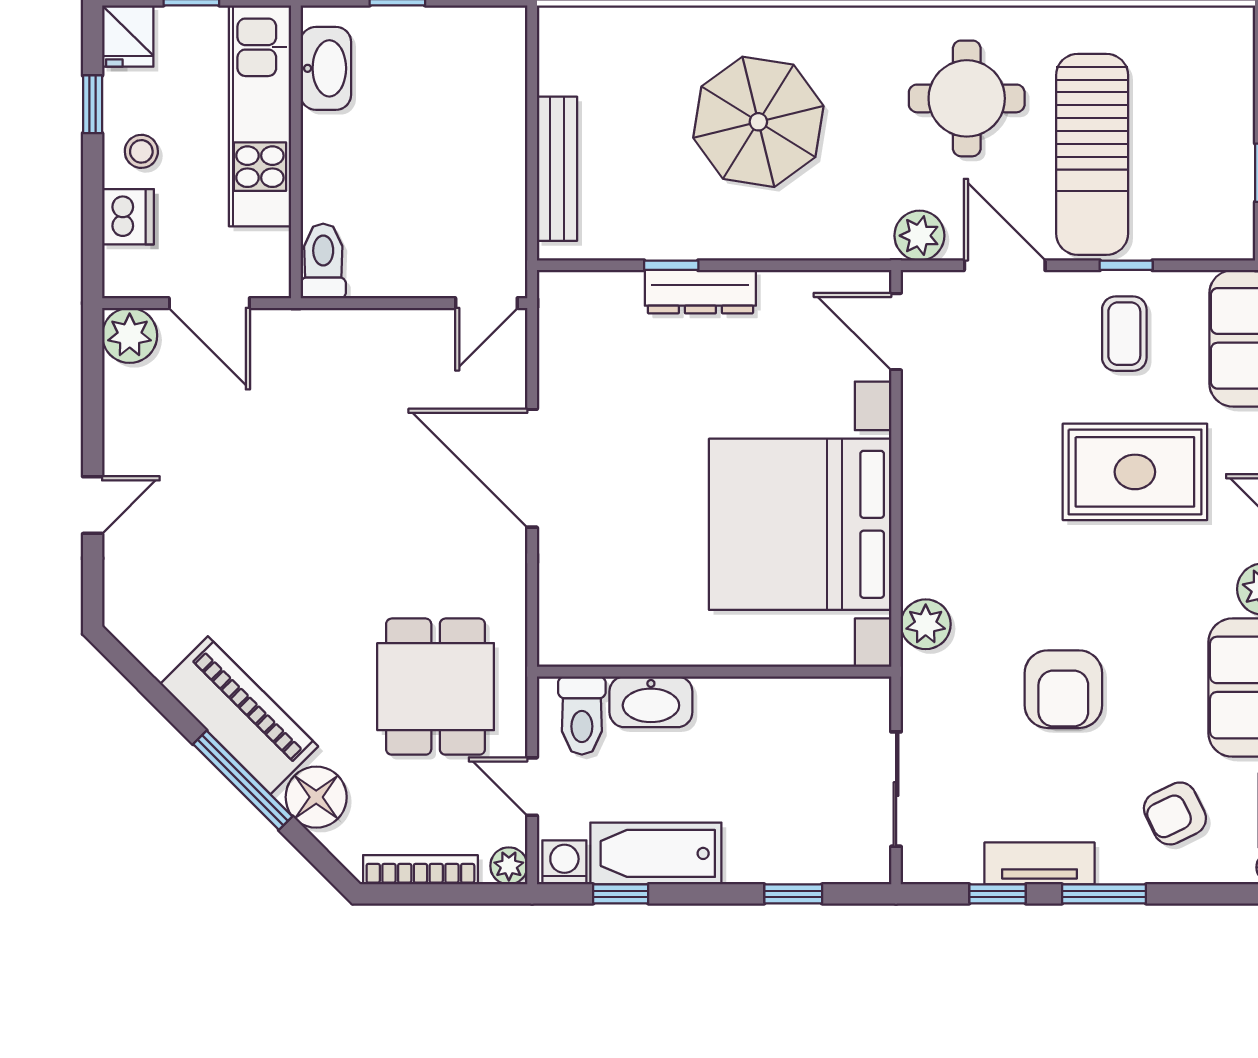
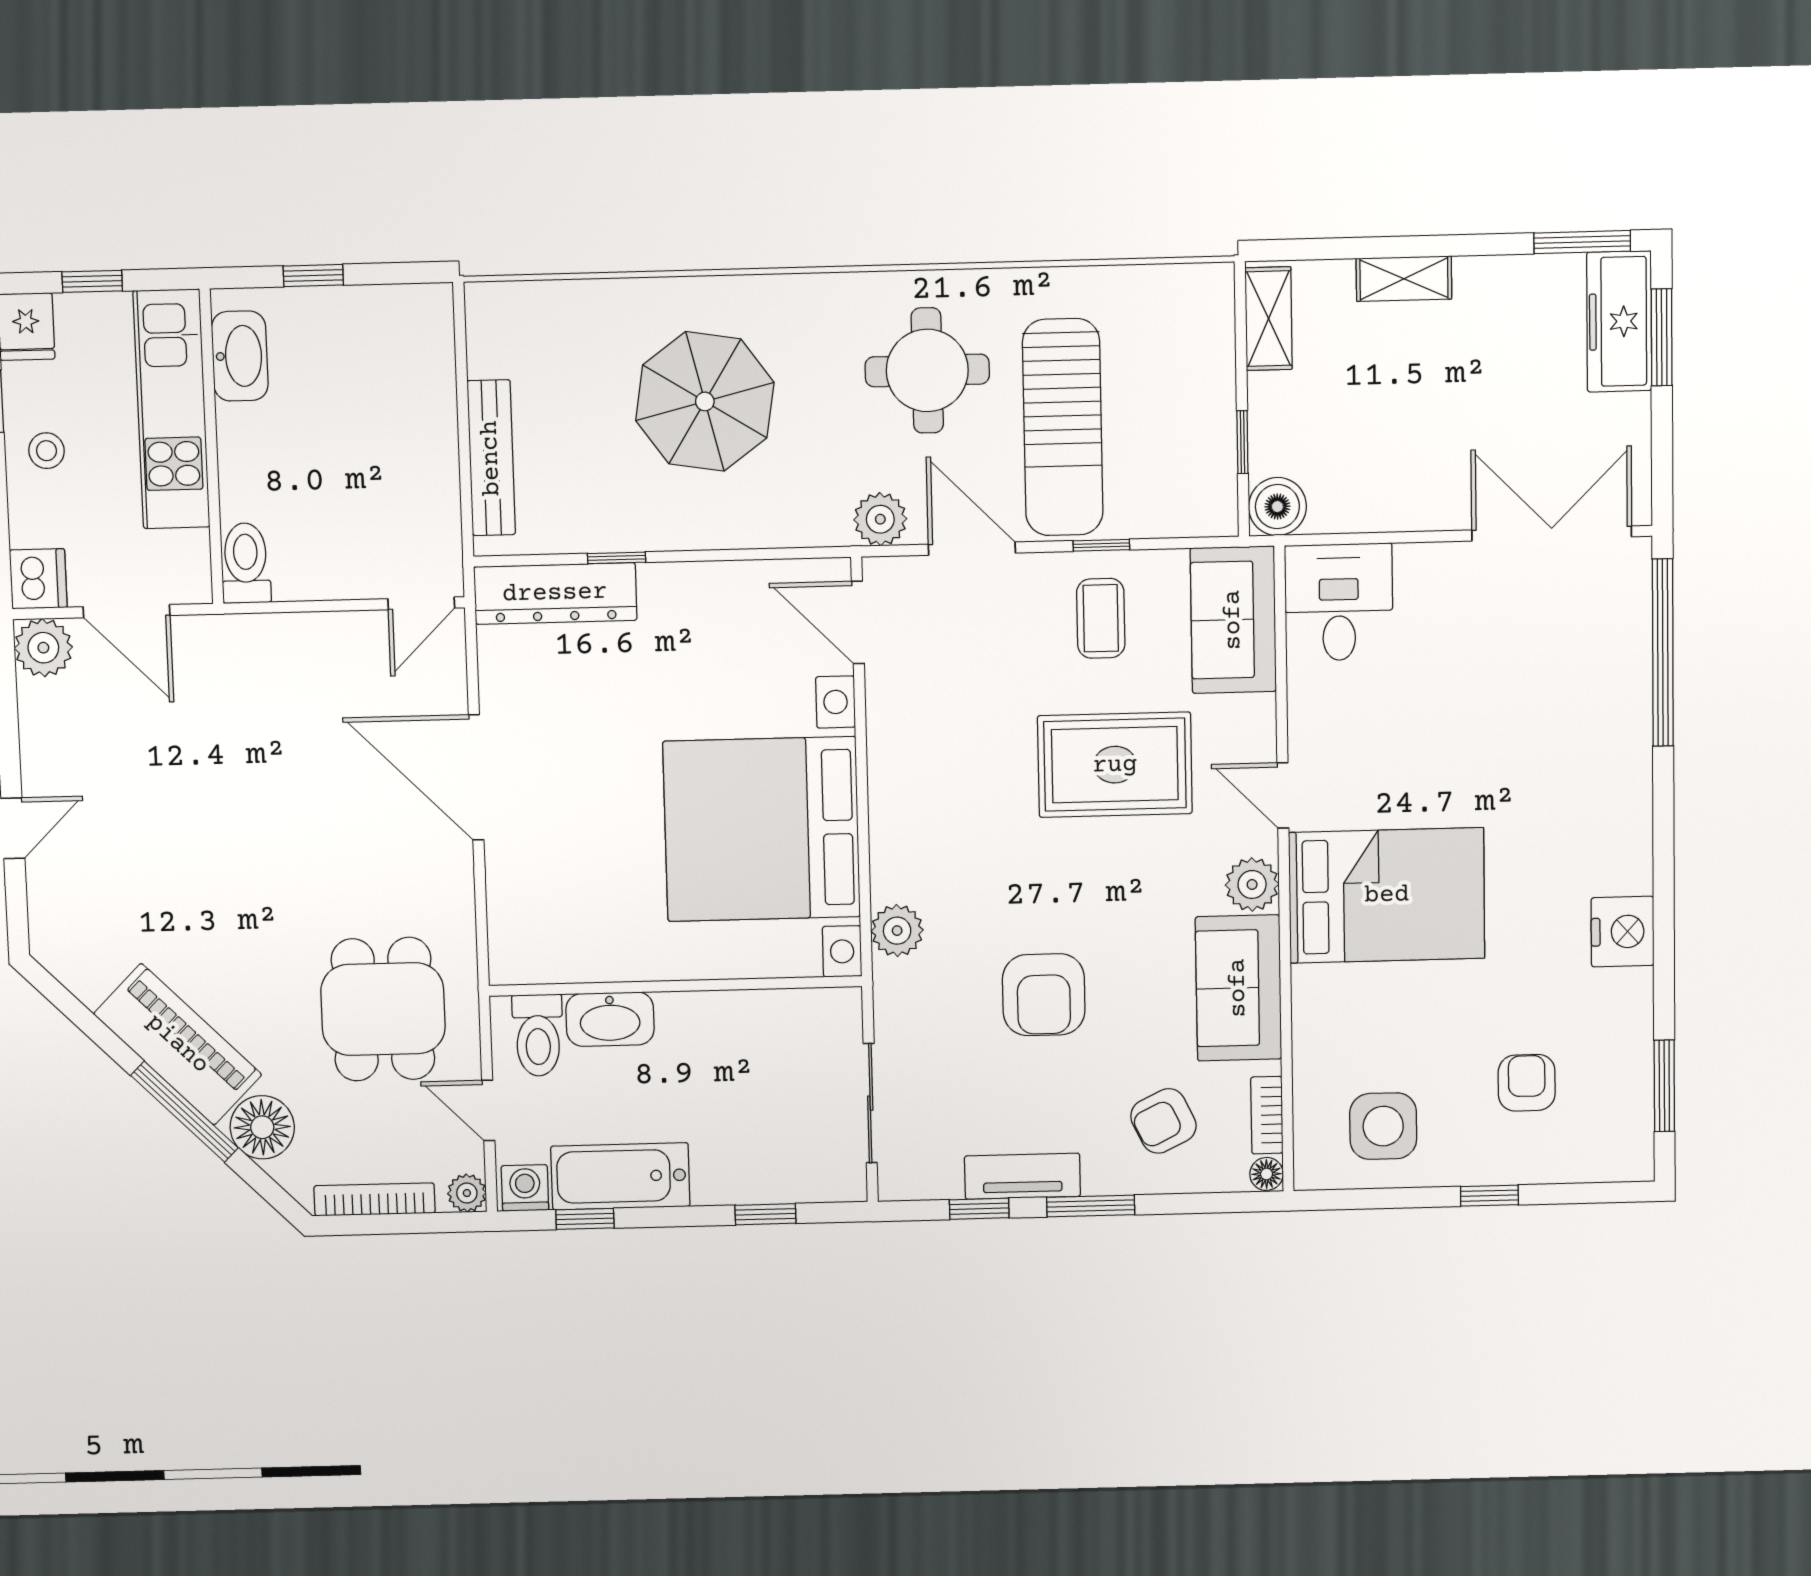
dishwasher: (128, 217) -> (38, 579), moved
dresser: (700, 292) -> (555, 593), moved, width x1.37, depth x1.24

